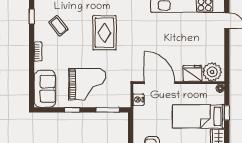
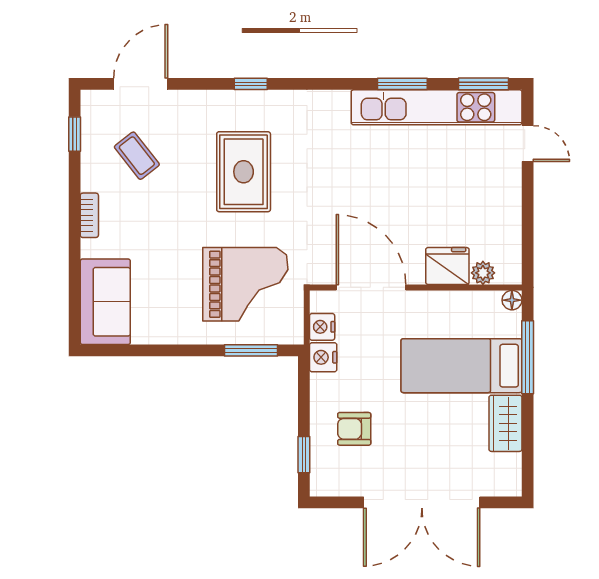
plant: (212, 72) -> (483, 273), width x0.53, depth x0.53
grand piano: (87, 84) -> (245, 284), moved
window: (72, 110) -> (169, 350), removed
nightstand: (139, 113) -> (323, 357), added
window: (227, 113) -> (528, 357), width x2.17

